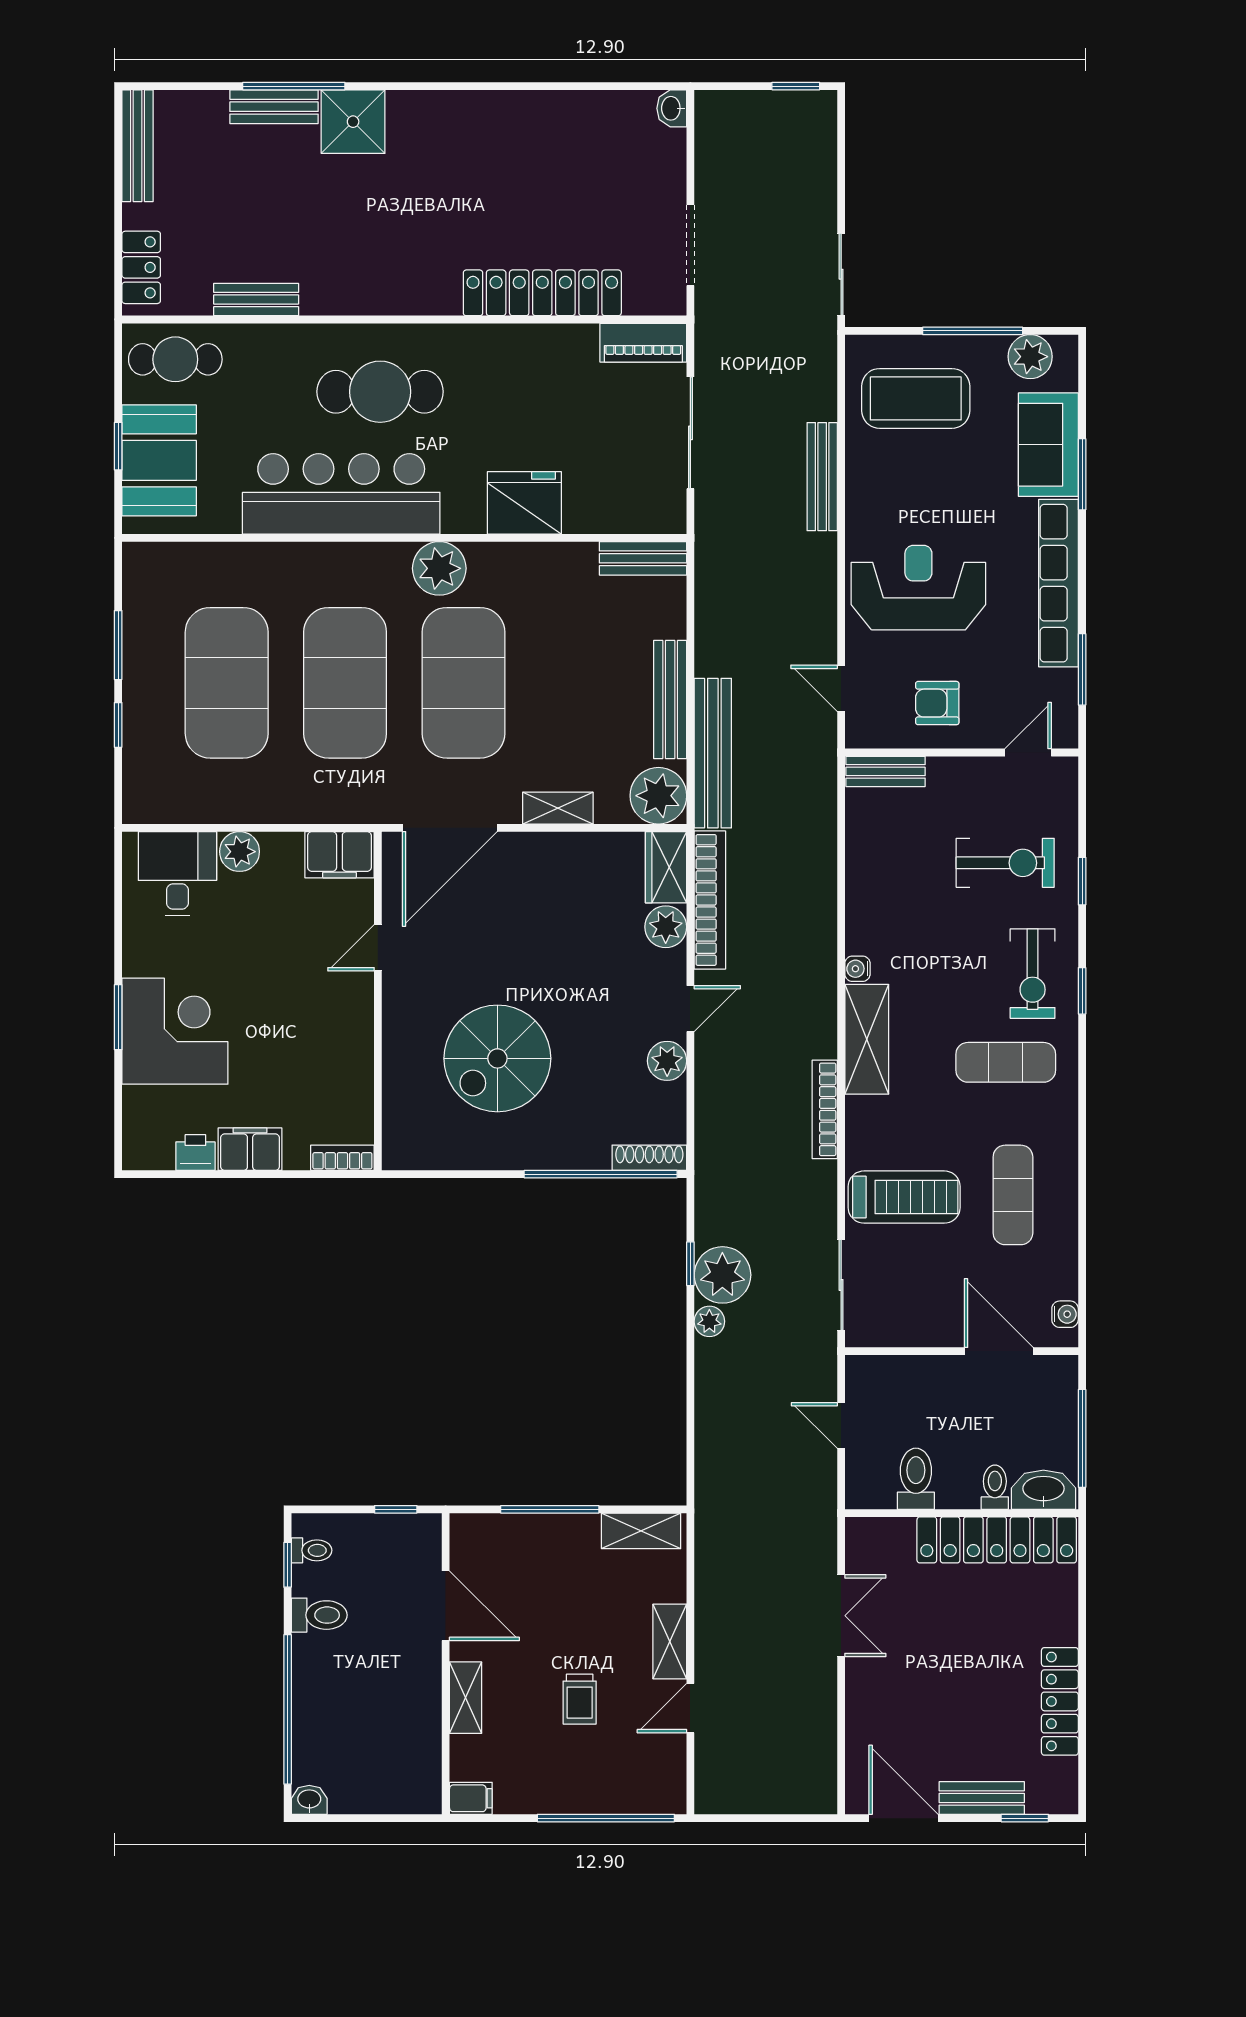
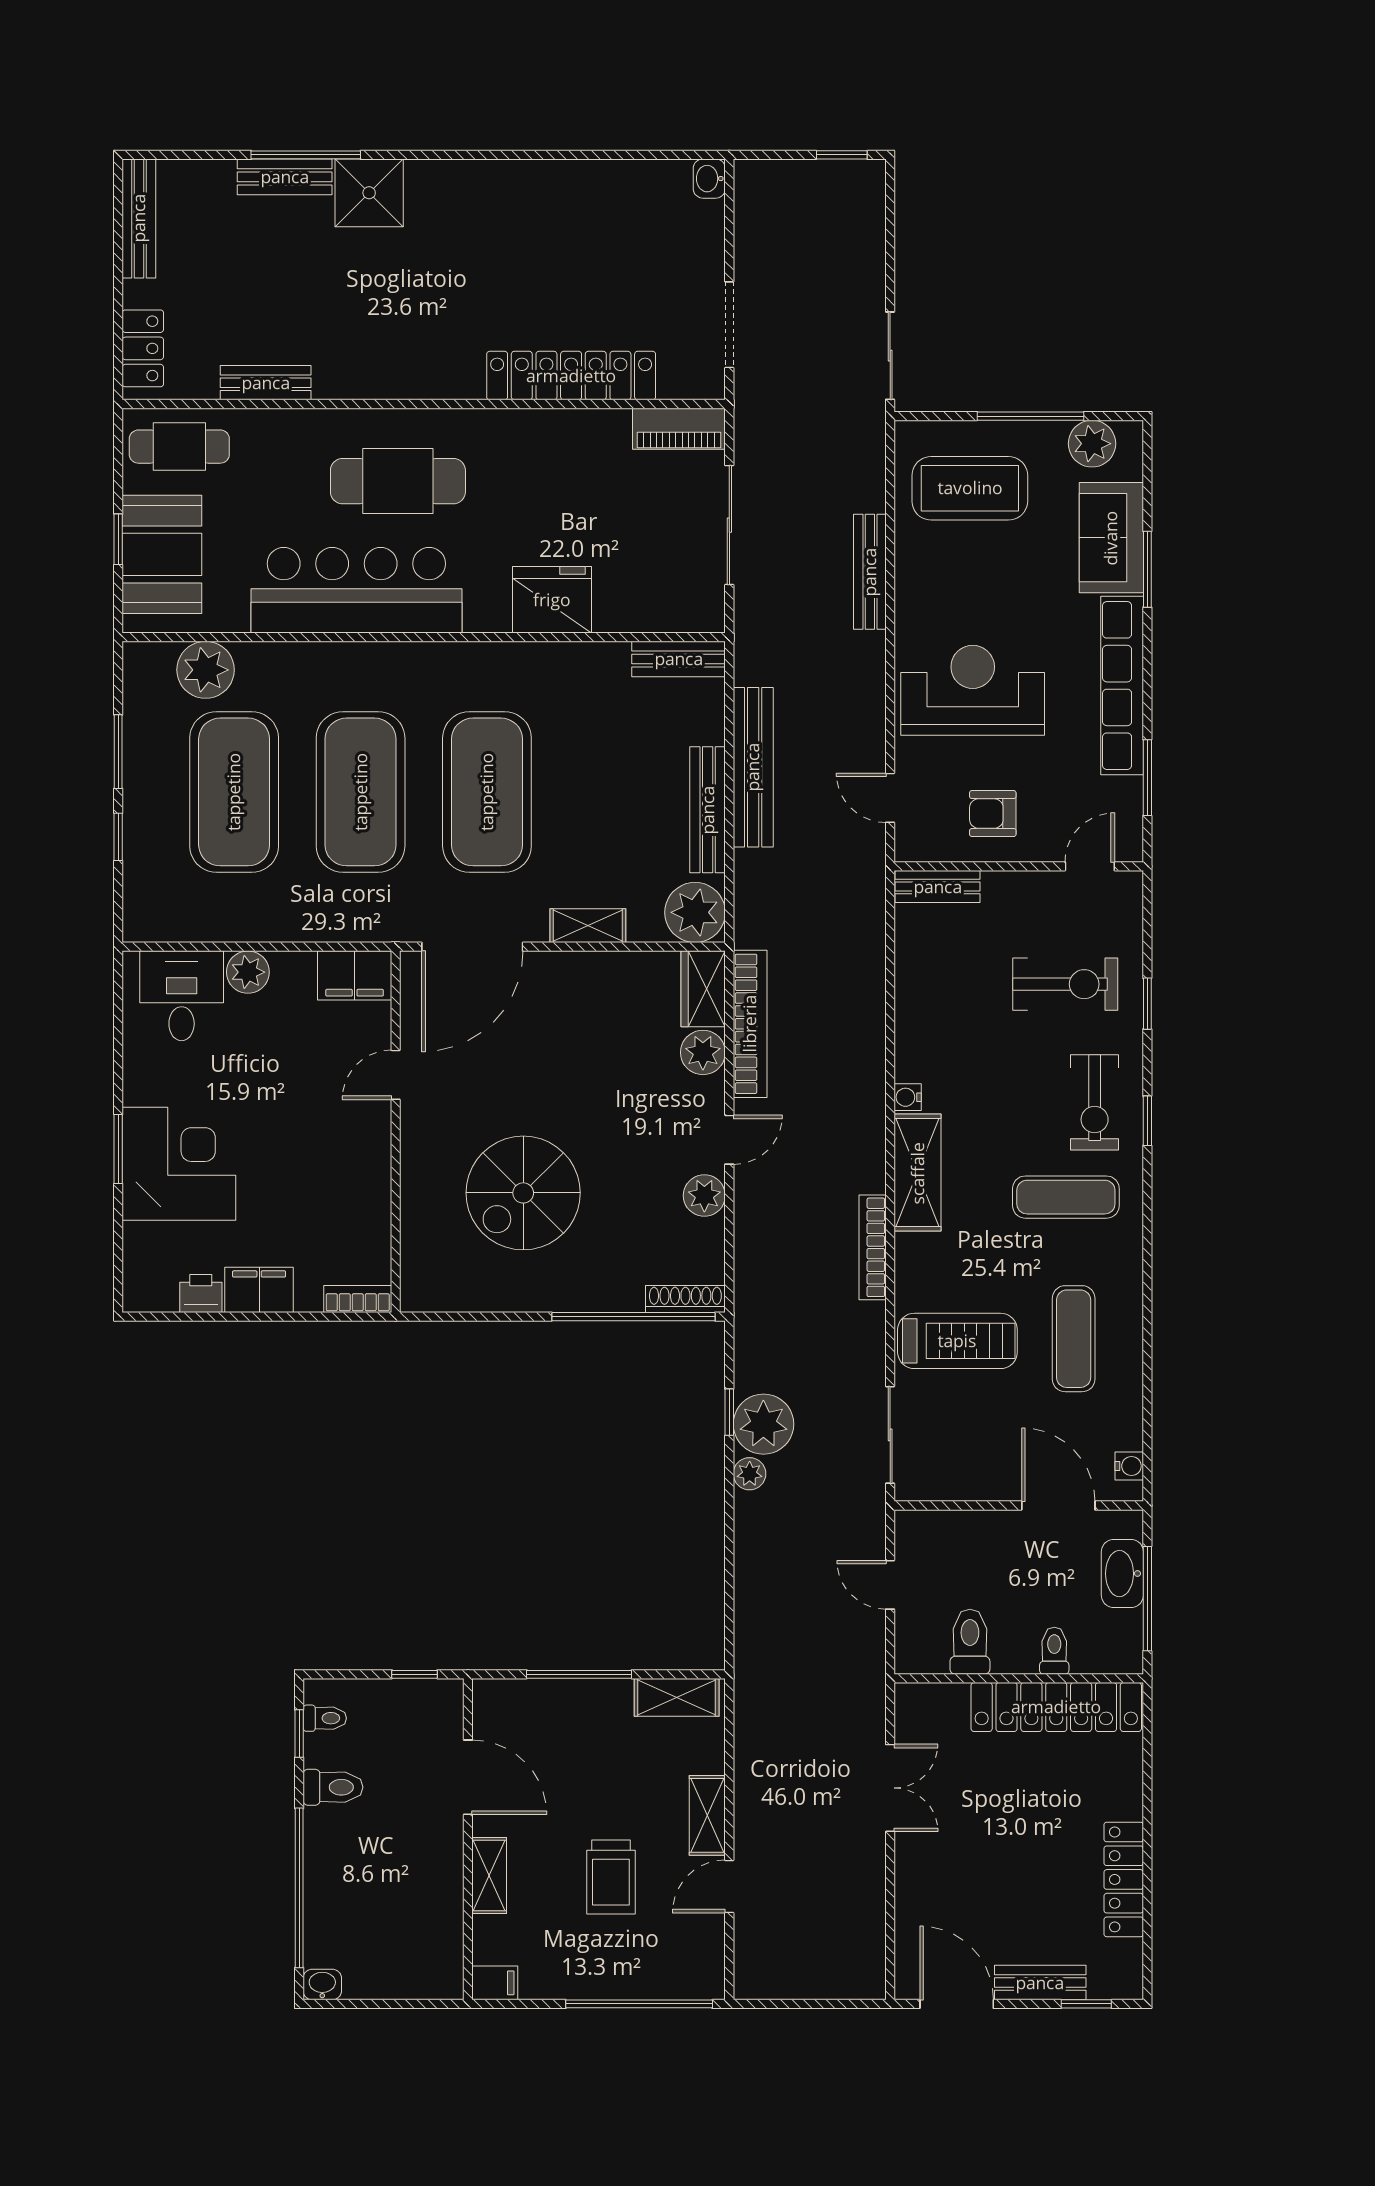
plant: (439, 568) -> (206, 670), moved
bench: (713, 753) -> (753, 767), moved
washbasin: (1043, 1490) -> (1122, 1574), moved, turned -90
trolley: (580, 1699) -> (611, 1877), width x1.36, depth x1.39

